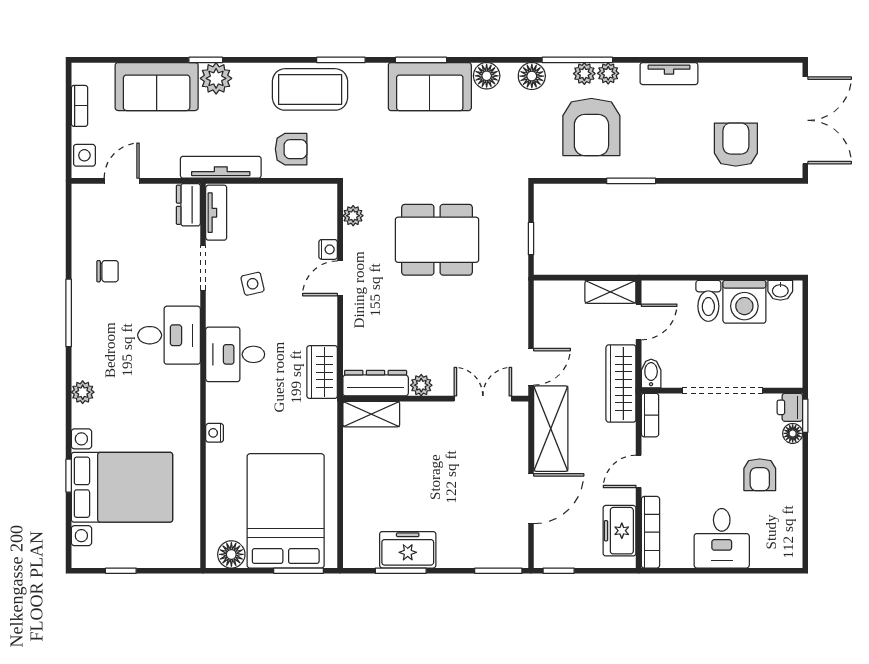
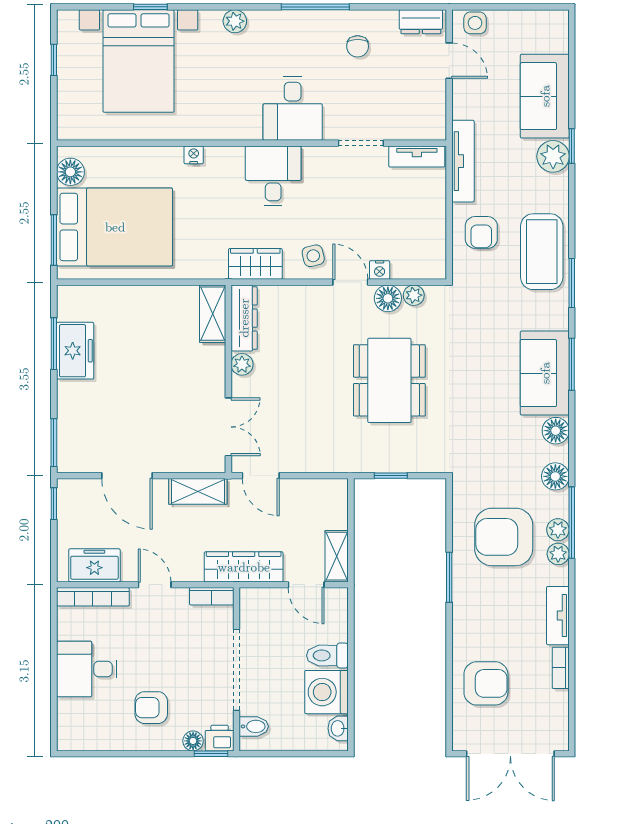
bookcase: (79, 106) -> (561, 668), moved, turned 90
dresser: (188, 205) -> (421, 22), moved, turned 180
floor lamp: (356, 241) -> (388, 298), added
side table: (253, 284) -> (313, 256), moved
bidet: (651, 374) -> (254, 726), moved
shelving: (551, 429) -> (198, 491), width x0.67, depth x0.75

